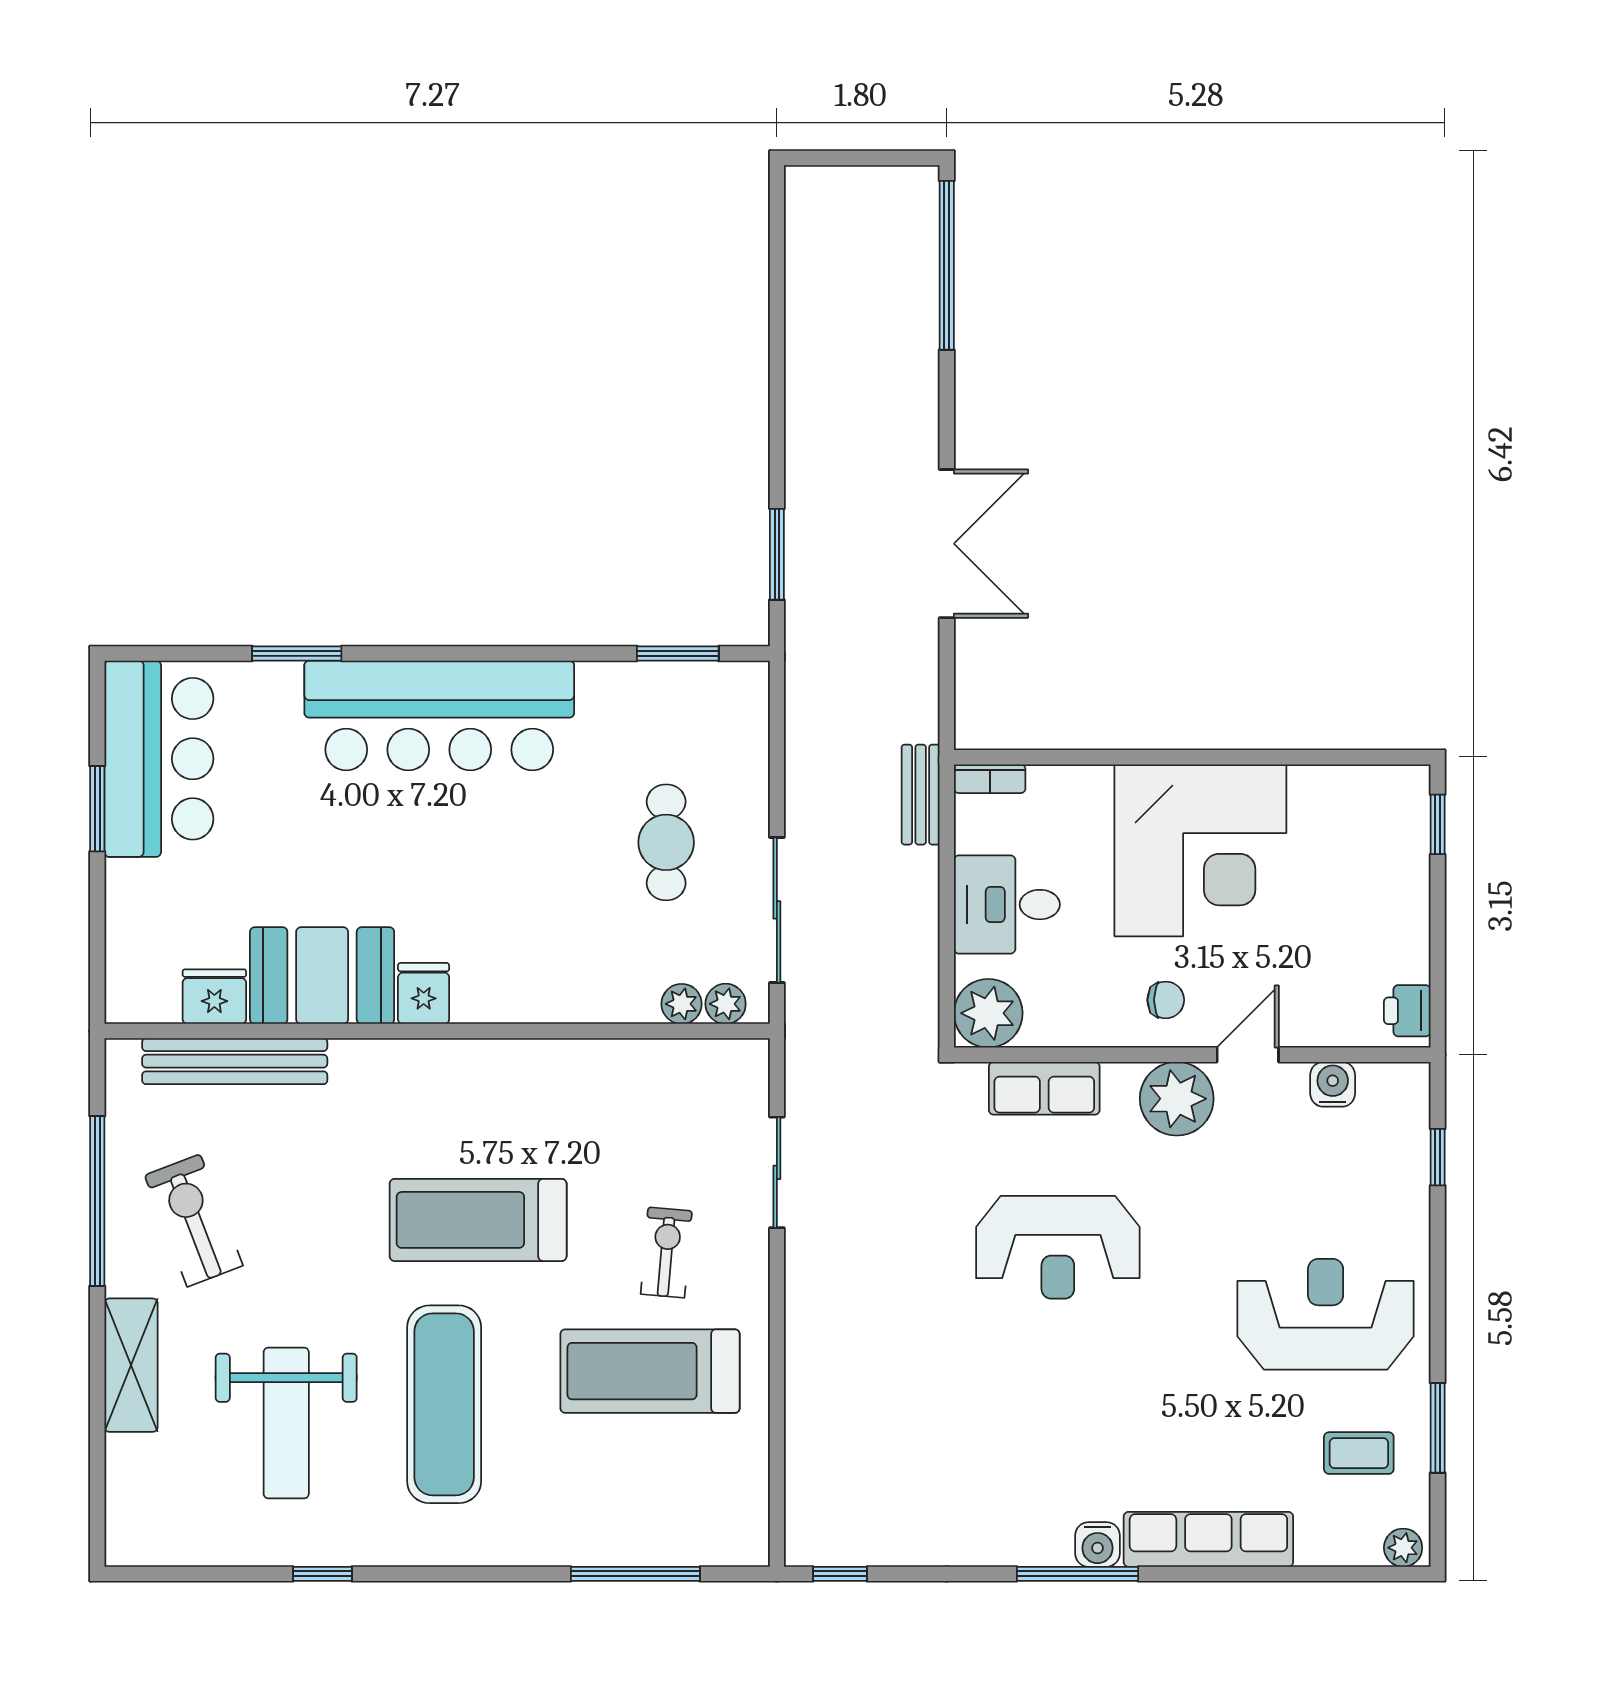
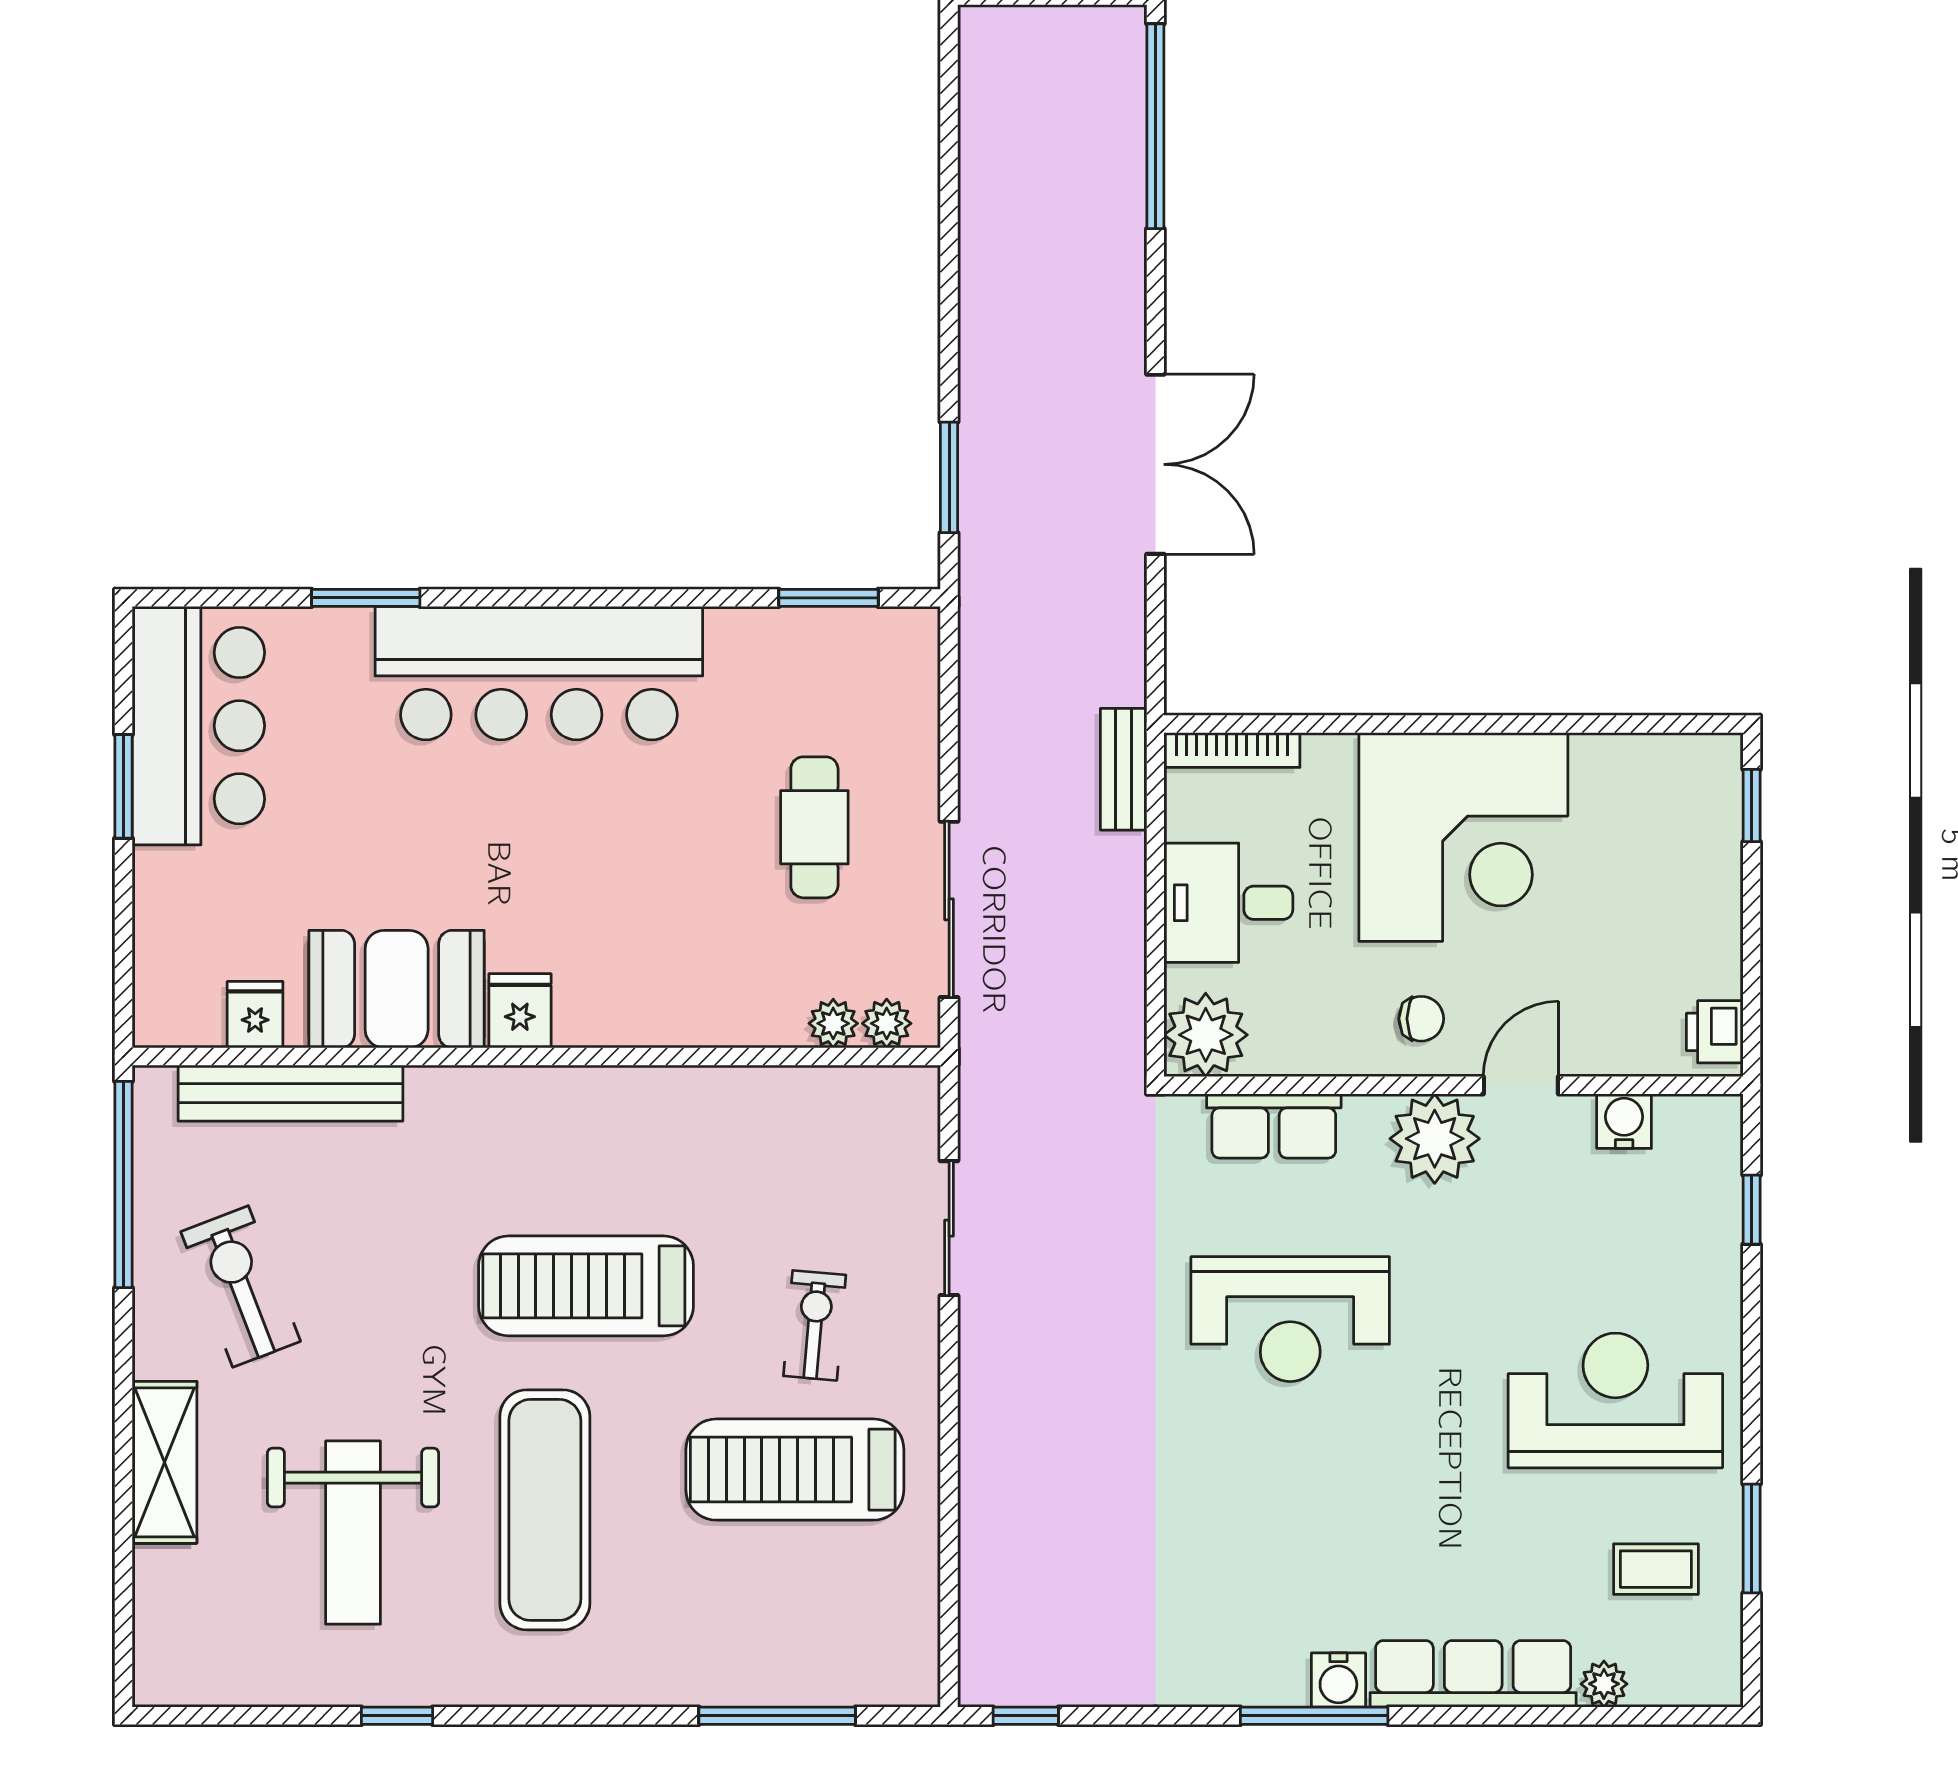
bookcase: (990, 779) -> (1232, 750), width x1.56
fridge: (214, 997) -> (255, 1015), width x0.72
window: (97, 1201) -> (123, 1184), moved
plant: (1403, 1548) -> (1604, 1684), moved

